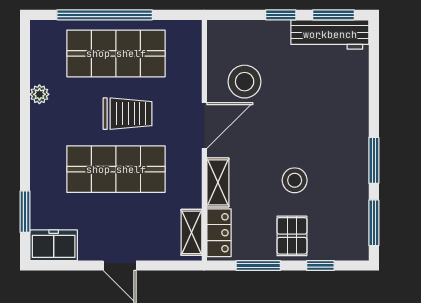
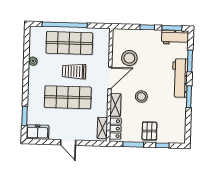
workbench: (330, 34) -> (175, 37), width x0.73
trolley: (128, 114) -> (74, 71), turned 180
workbench: (354, 121) -> (180, 78), added
stool: (295, 180) -> (141, 96), moved
window: (374, 223) -> (190, 61), moved

